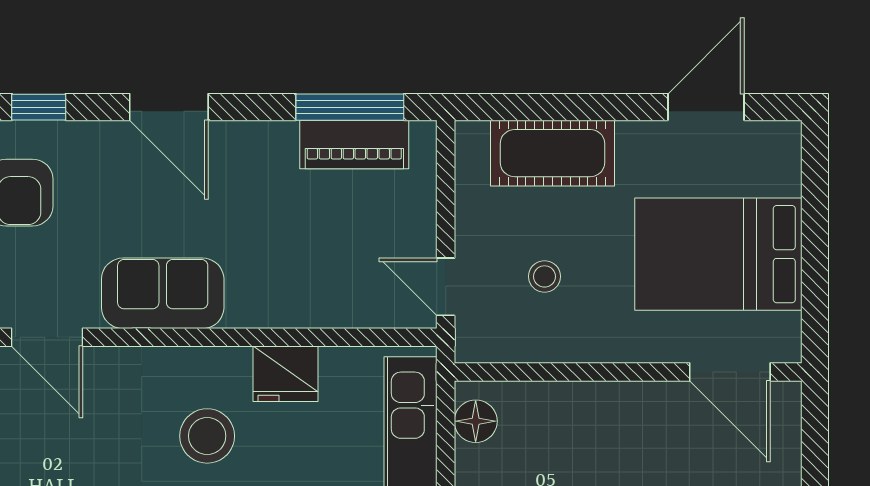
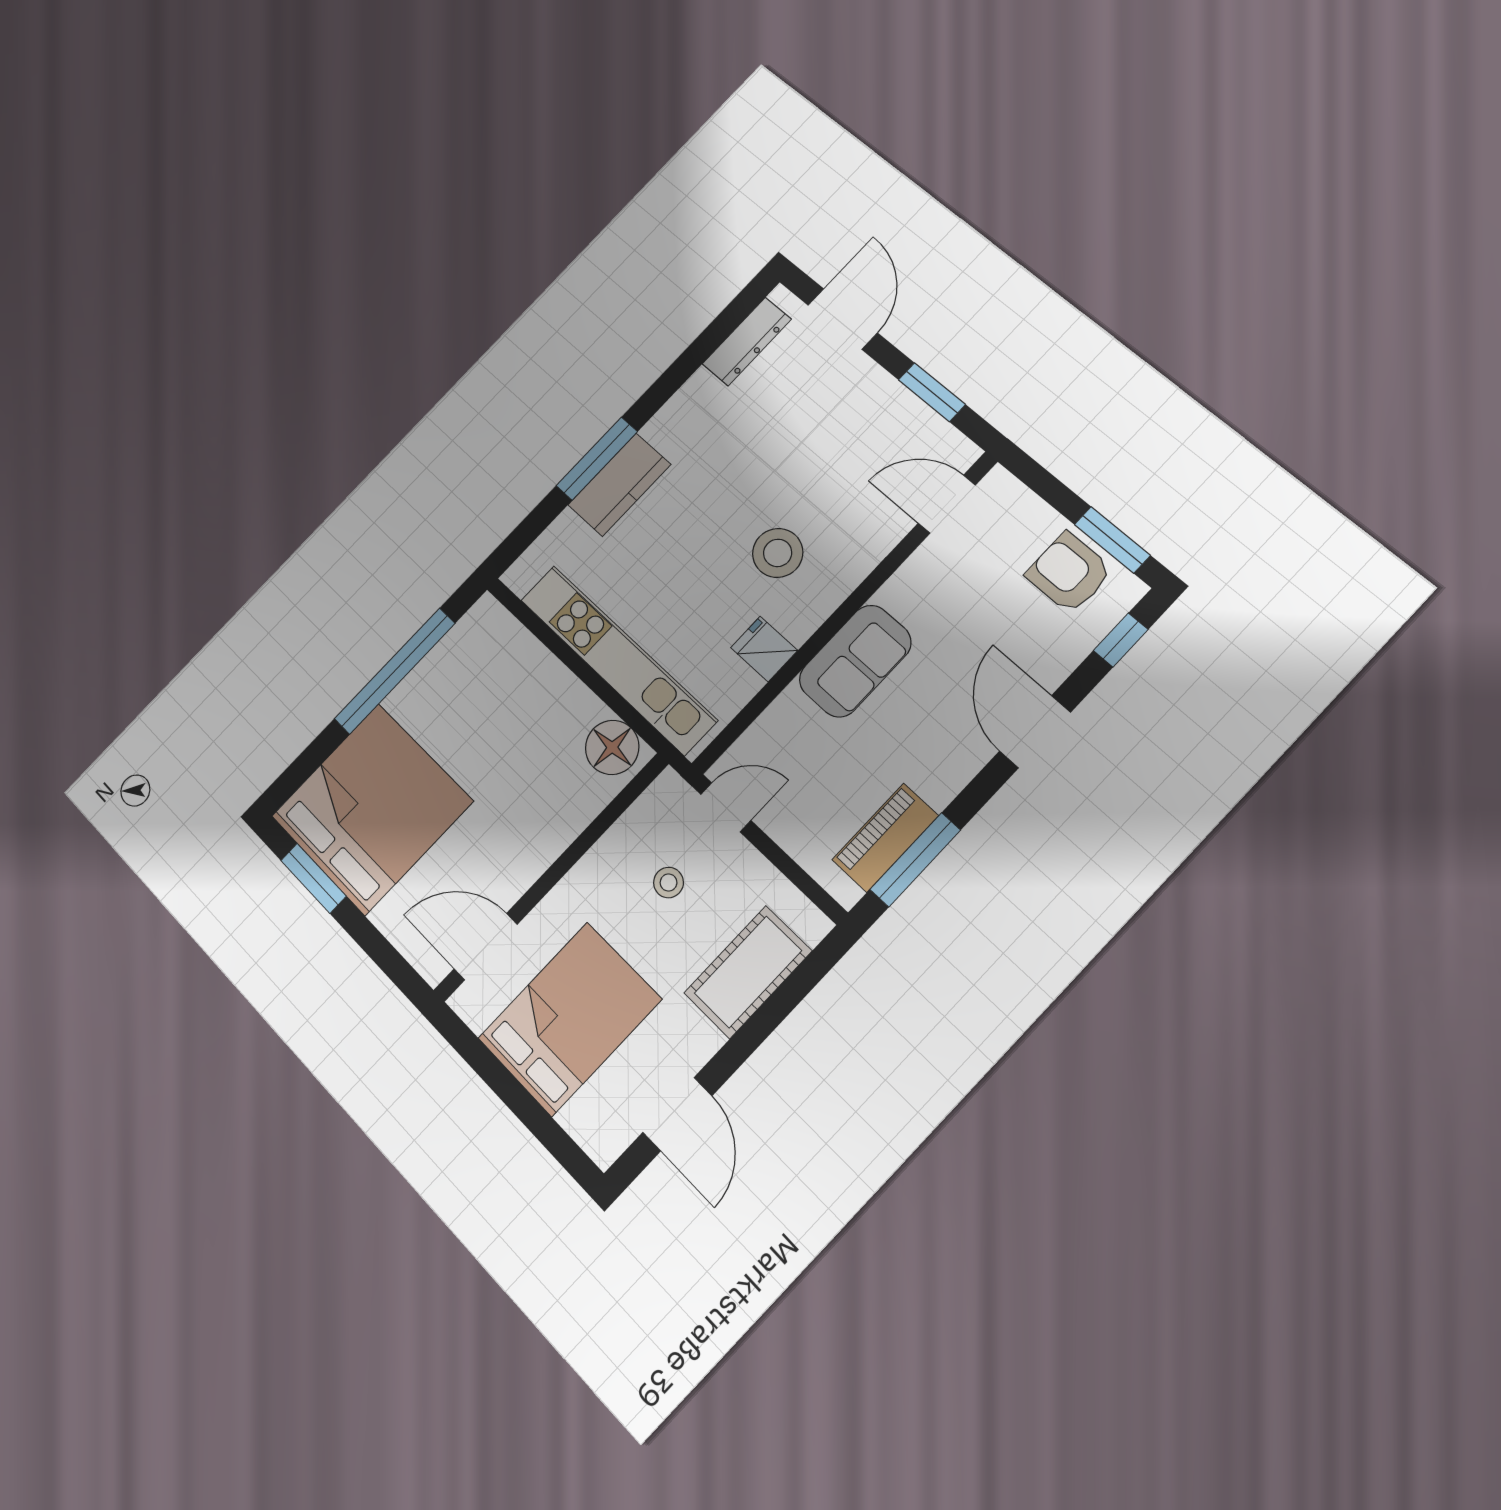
door: (169, 107) -> (1035, 732), hinge flipped
sofa: (163, 293) -> (855, 661), moved
fridge: (285, 374) -> (764, 649), width x0.72
floor lamp: (476, 421) -> (612, 747), width x1.38, depth x1.38

